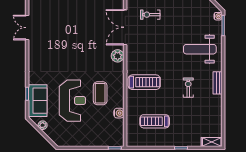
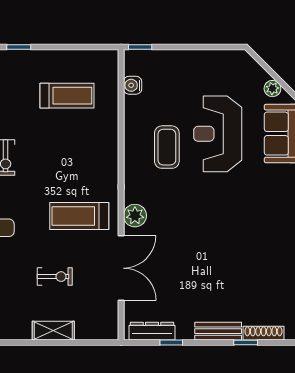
exercise bike: (150, 15) -> (55, 277), moved
treadmill: (144, 82) -> (79, 216), moved
water cooler: (119, 113) -> (133, 85), moved

